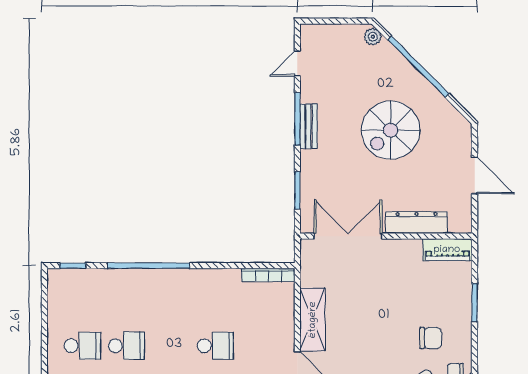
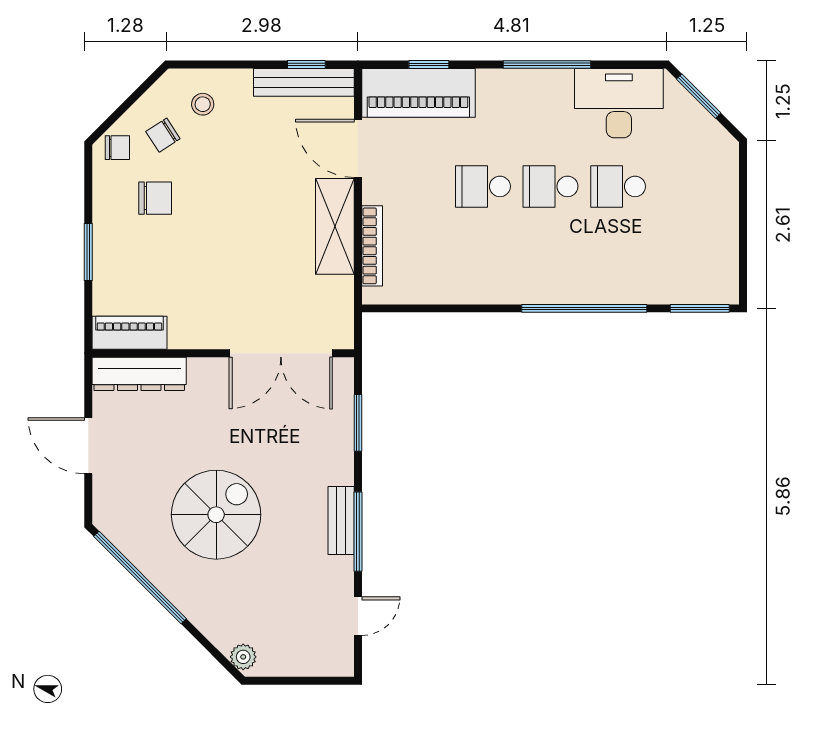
window: (418, 67) -> (140, 577), moved
dresser: (417, 223) -> (139, 374), moved
window: (73, 266) -> (700, 308), width x1.50
bookcase: (268, 275) -> (372, 246), moved, turned 90
chair: (431, 338) -> (155, 198), turned 180
school desk: (82, 346) -> (551, 186), moved

